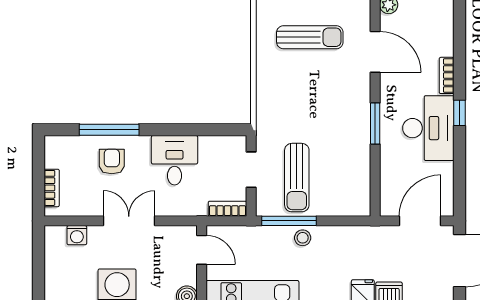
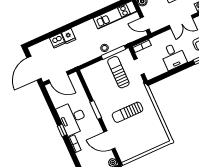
sun lounger: (310, 37) -> (127, 112), moved
door: (420, 221) -> (58, 77), hinge flipped

